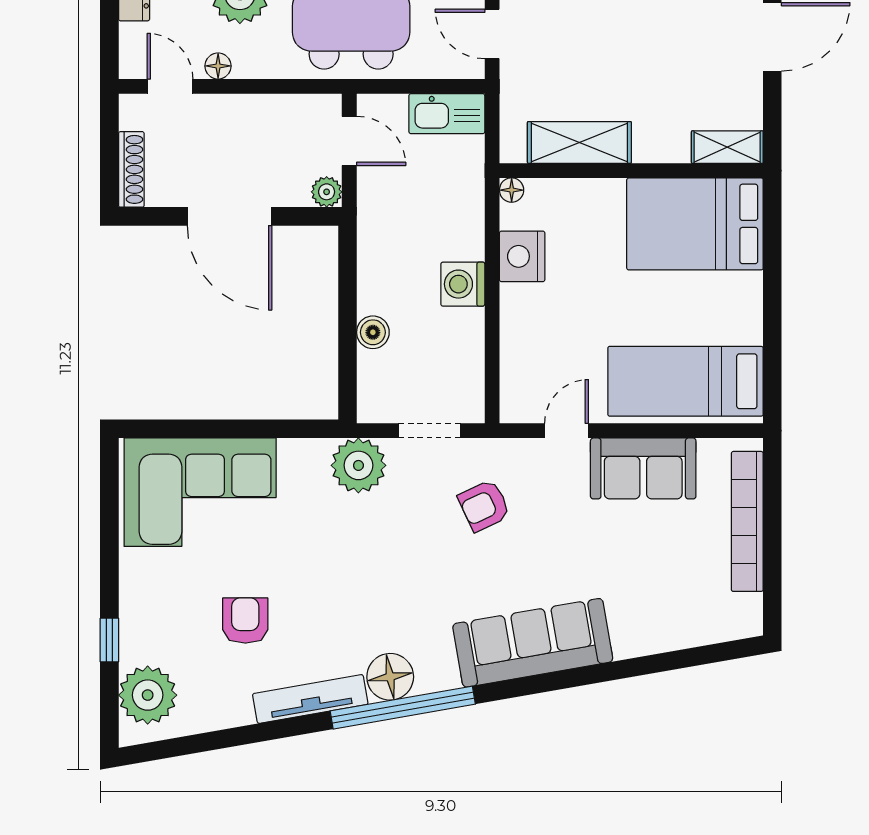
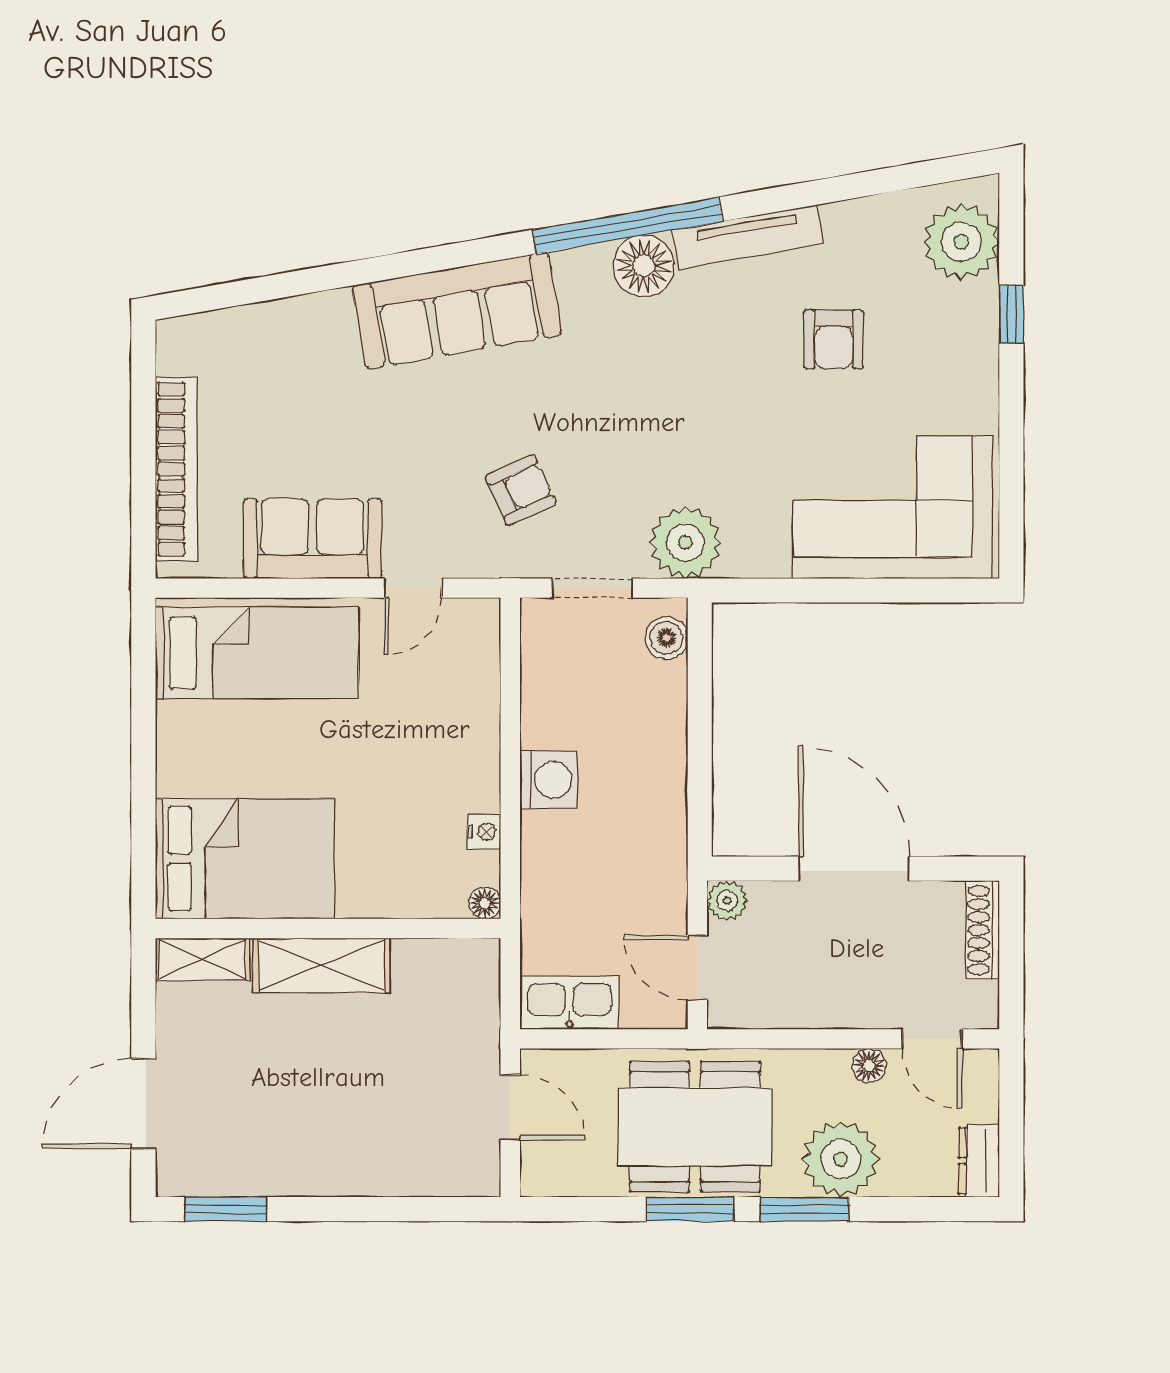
shelving: (579, 142) -> (322, 965), moved
nightstand: (522, 256) -> (484, 832), width x0.53, depth x0.56
boiler: (373, 332) -> (666, 638), moved

